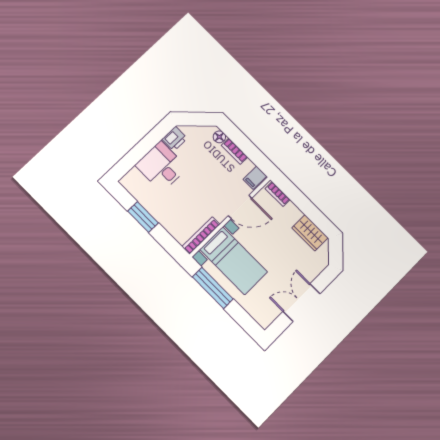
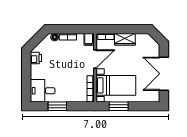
desk: (161, 166) -> (43, 91), moved
wardrobe: (310, 233) -> (125, 39), moved
window: (213, 288) -> (119, 106), width x0.69
double door: (302, 303) -> (164, 74), width x1.37

